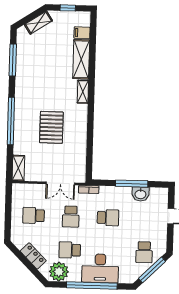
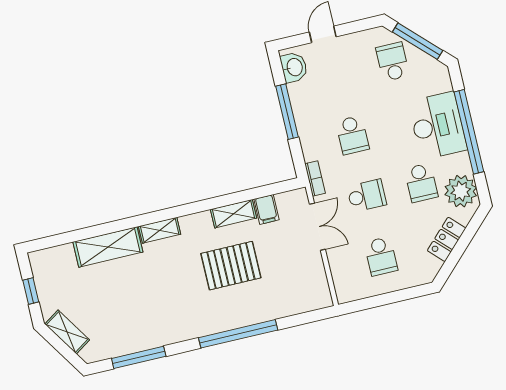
filing cabinet: (82, 33) -> (266, 209), moved
shelving: (18, 168) -> (234, 214), moved
washbasin: (140, 194) -> (294, 67), moved
school desk: (108, 218) -> (352, 135), turned 180
school desk: (144, 252) -> (392, 62), turned -90

